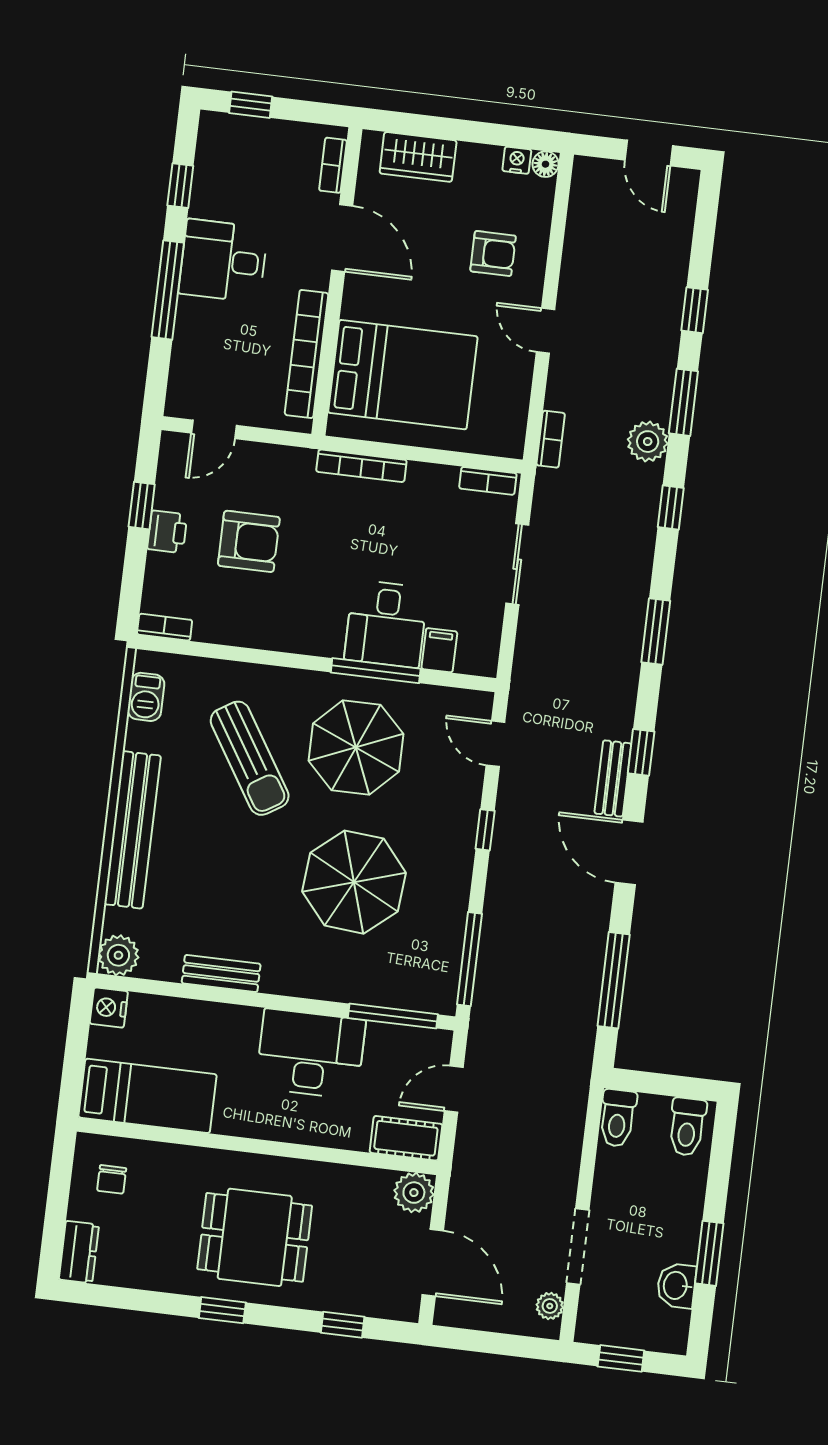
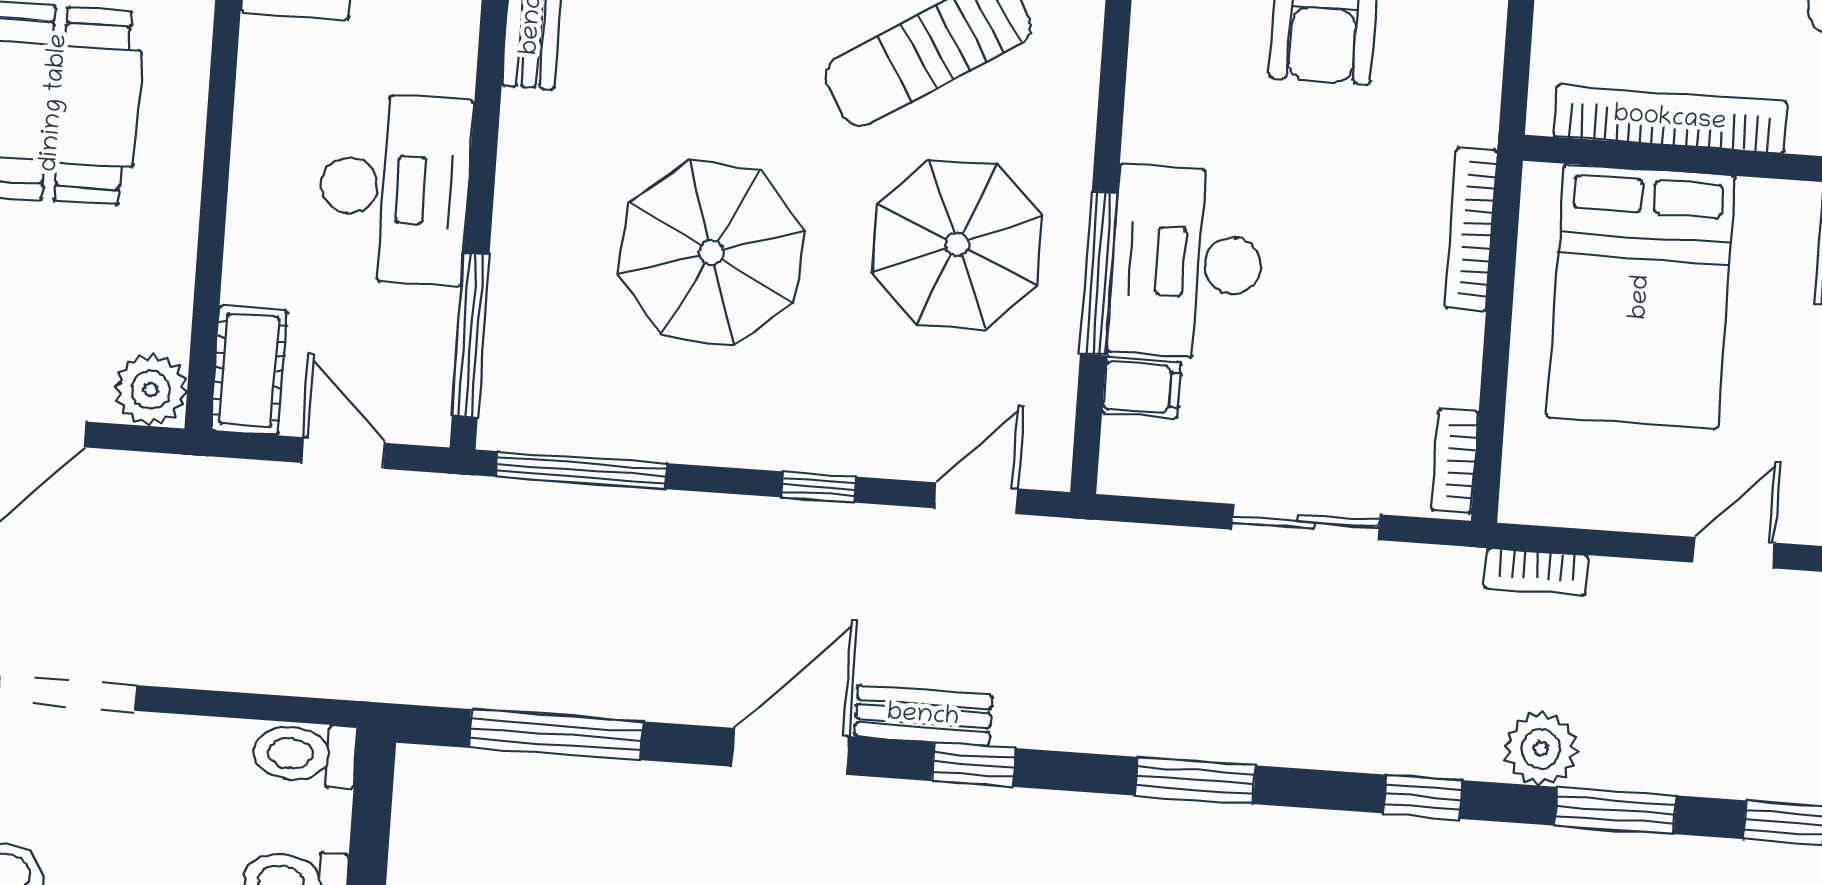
desk: (386, 624) -> (1187, 263), width x1.37

